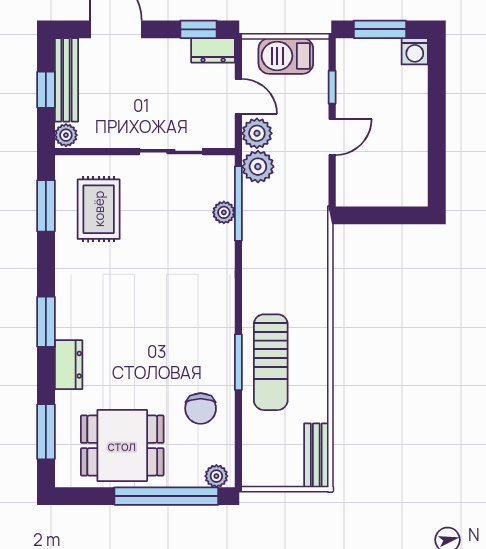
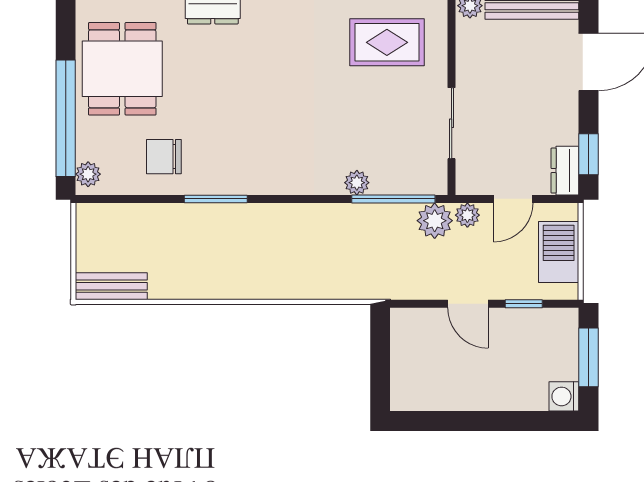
plant: (257, 133) -> (467, 215), width x0.73, depth x0.73
plant: (224, 212) -> (357, 183), moved
sun lounger: (271, 362) -> (216, 235), removed

